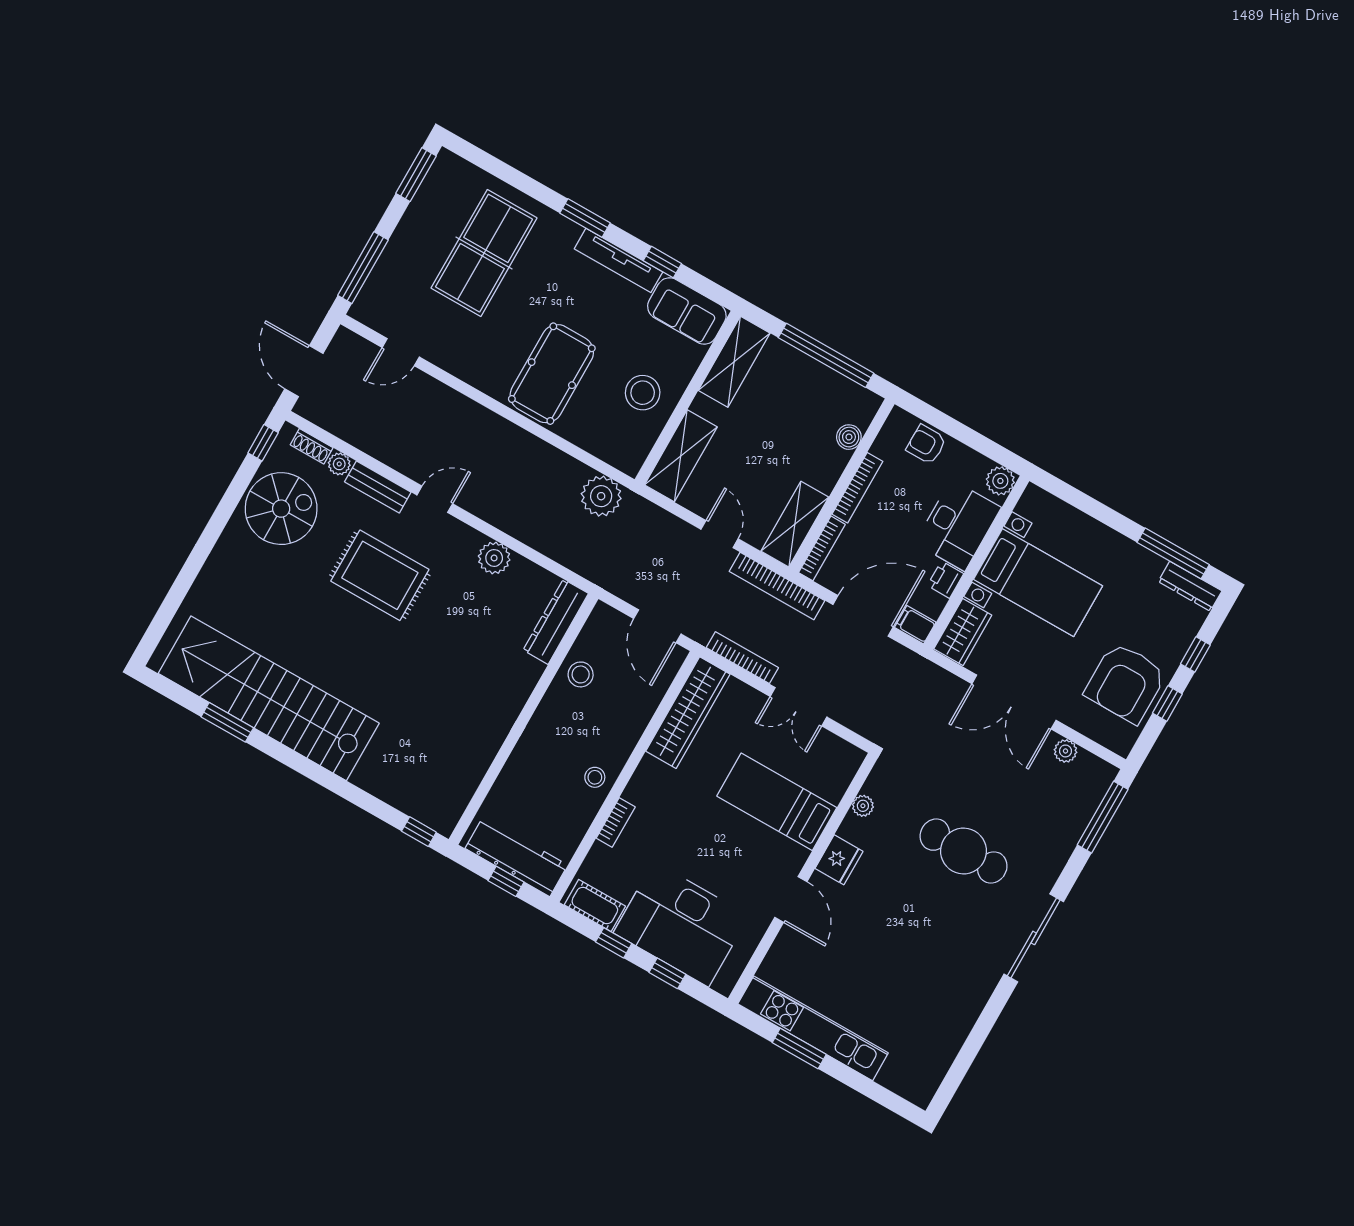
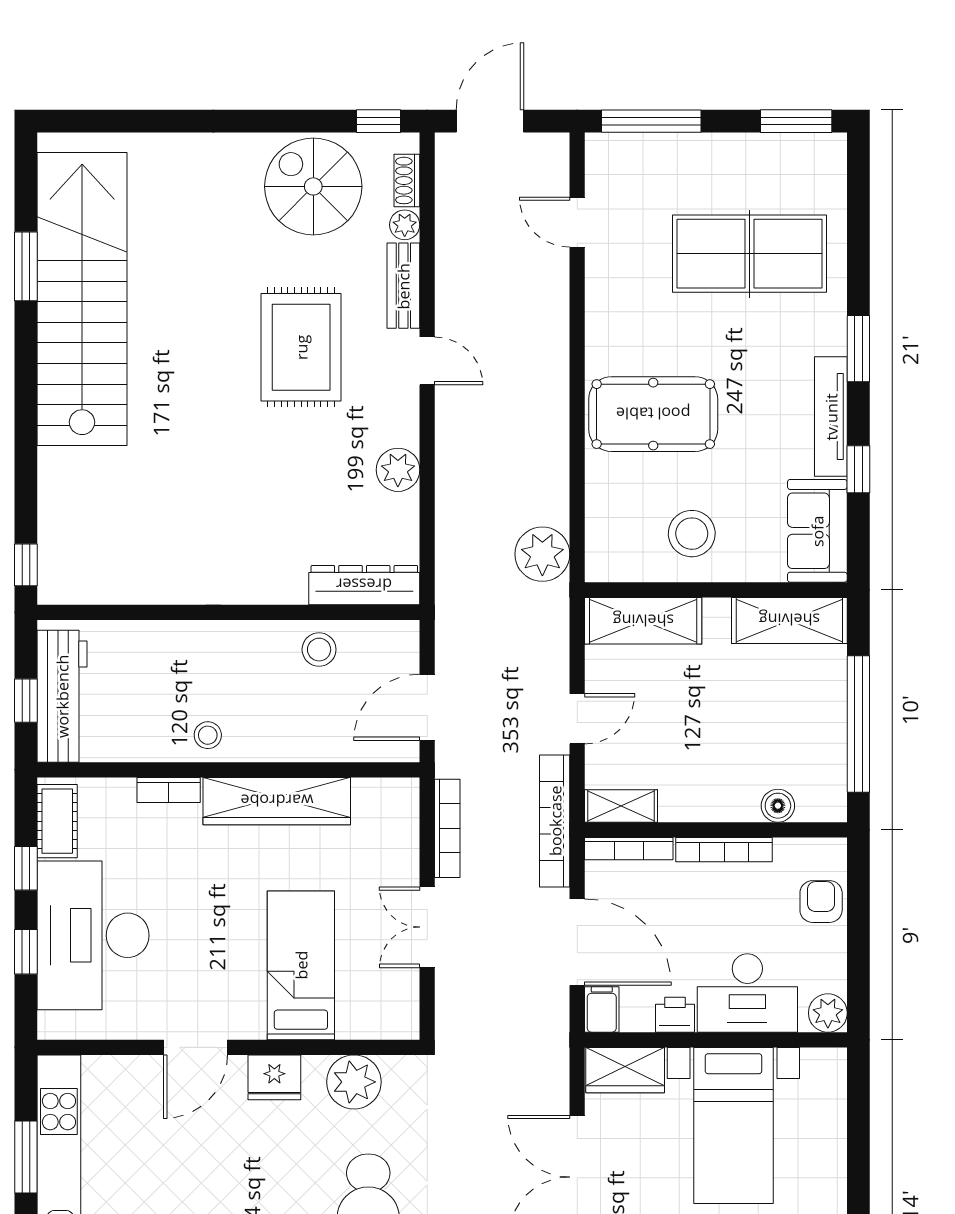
spiral stairs: (281, 509) -> (313, 186), turned 180
shelving: (795, 524) -> (621, 806), width x0.67, depth x0.75
wardrobe: (688, 713) -> (277, 801), moved
plant: (863, 806) -> (354, 1082), width x1.87, depth x1.87

